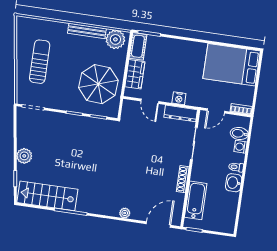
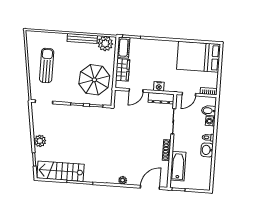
door: (150, 101) -> (136, 90), hinge flipped

